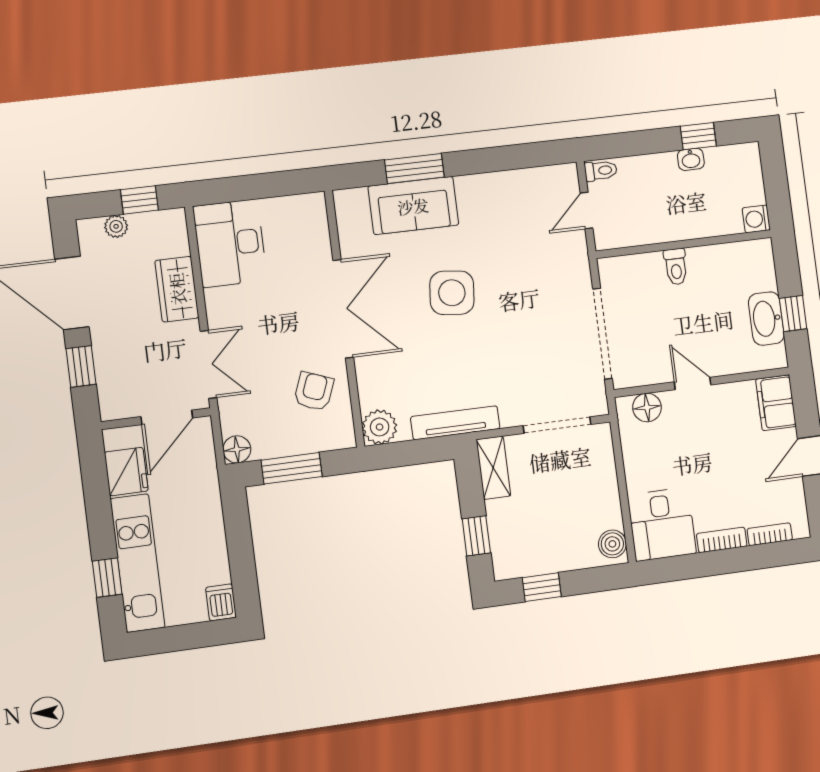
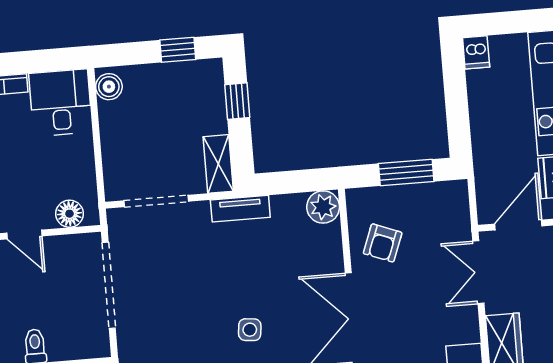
side table: (452, 293) -> (250, 330), width x0.54, depth x0.54
tv unit: (455, 423) -> (240, 209), width x0.71
floor lamp: (237, 449) -> (456, 192), removed

